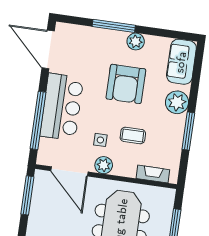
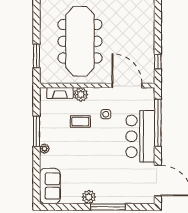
armchair: (126, 84) -> (92, 162), removed
plant: (177, 102) -> (44, 149), width x0.53, depth x0.53
plant: (104, 165) -> (81, 94), moved
window: (27, 195) -> (158, 62), width x0.46

